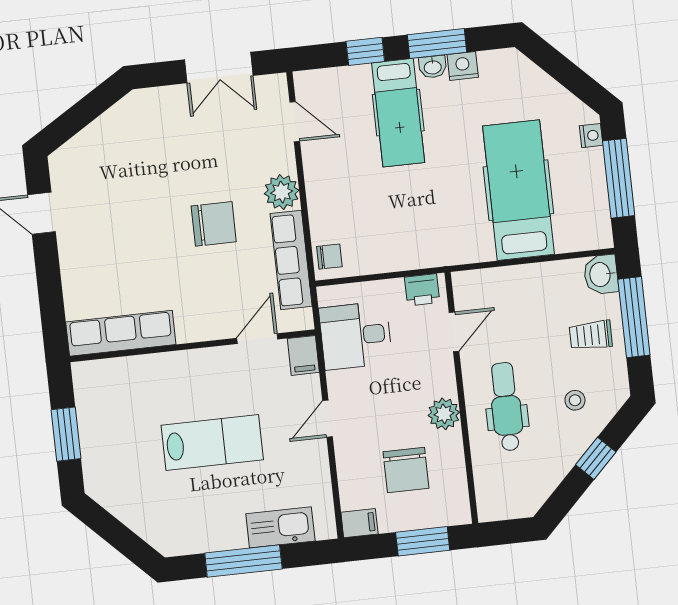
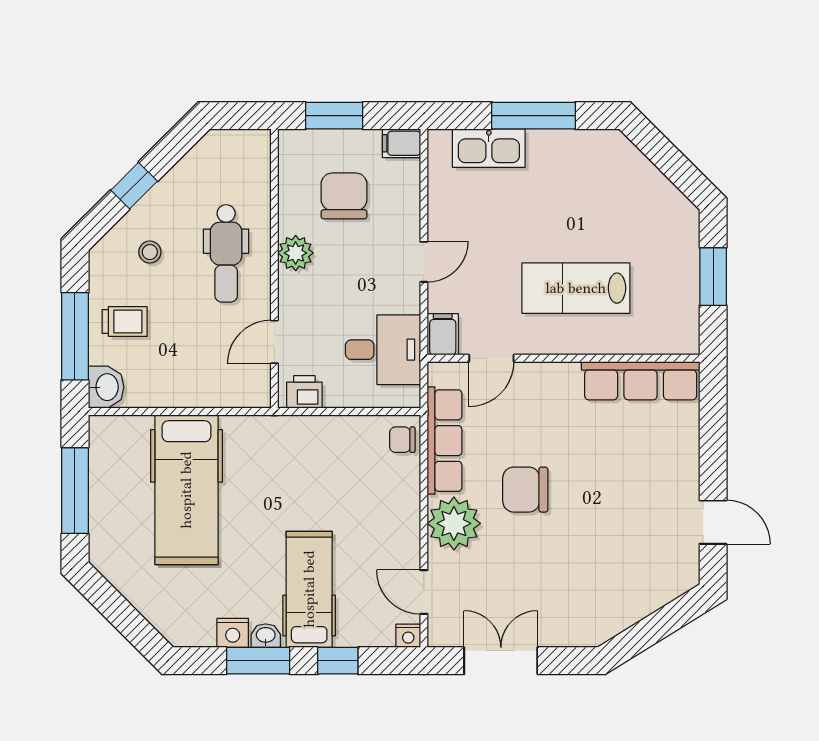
nightstand: (591, 136) -> (408, 636), moved, turned -90
plant: (282, 192) -> (454, 523), width x1.36, depth x1.36
lab bench: (212, 442) -> (576, 288), moved

